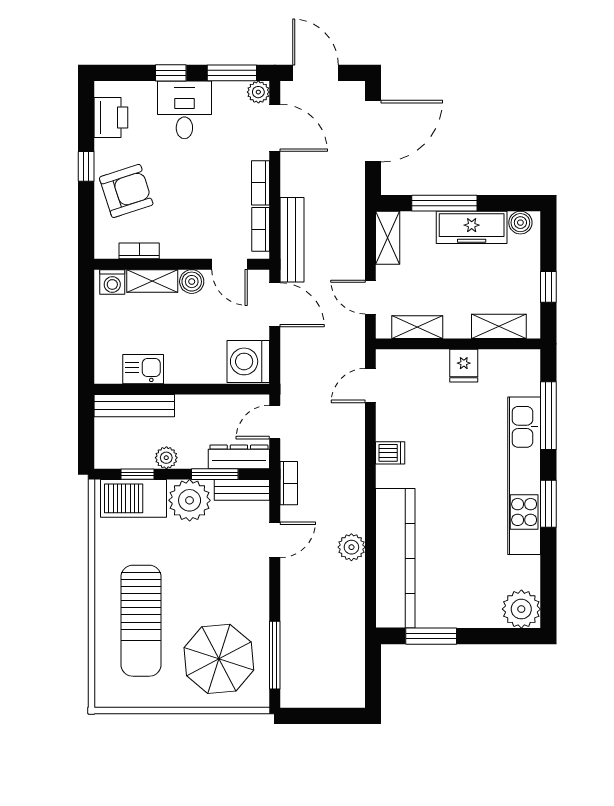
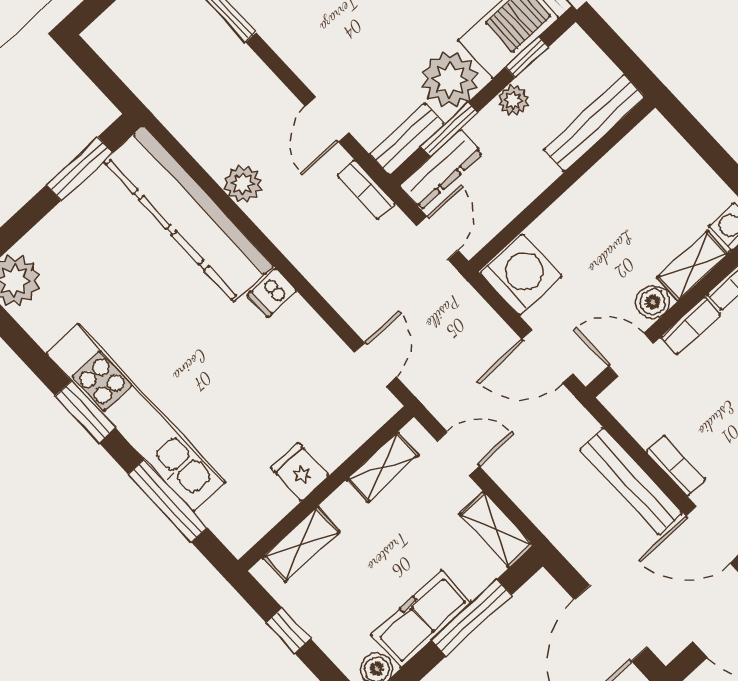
bookcase: (261, 229) -> (691, 326), moved, turned 90
bench: (292, 240) -> (631, 481), moved
kitchen sink: (143, 369) -> (620, 168), removed
dishwasher: (390, 453) -> (272, 293), moved

